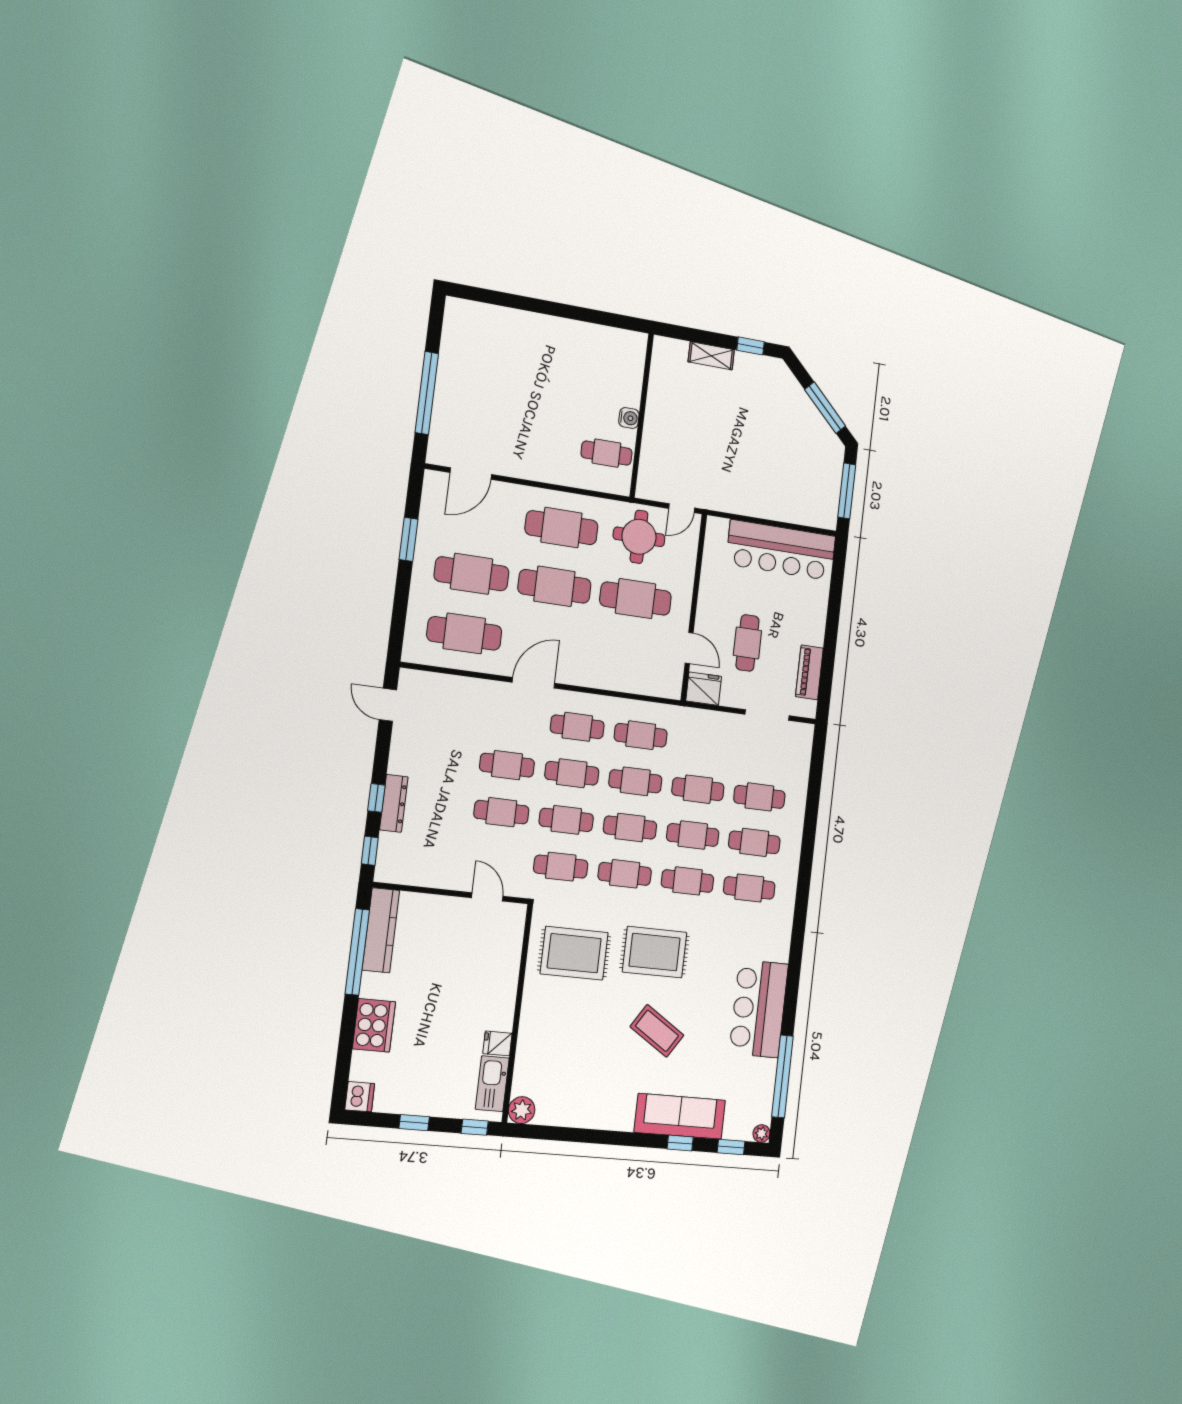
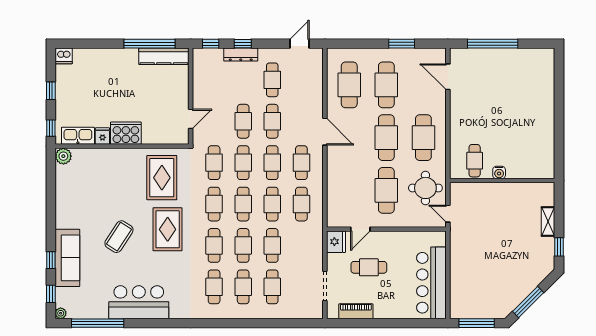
cafe table: (441, 757) -> (272, 80), added
cooker: (374, 1025) -> (126, 133), moved, turned 180

